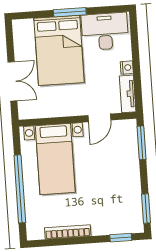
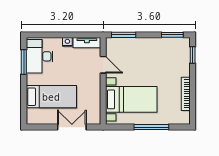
window: (70, 12) -> (24, 62), moved
bed: (59, 50) -> (51, 97), width x0.67
window: (20, 189) -> (151, 127), width x0.68

